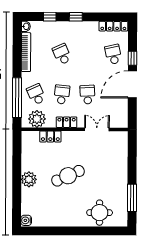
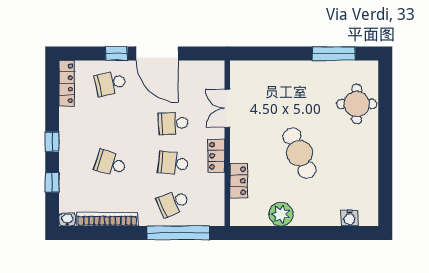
school desk: (62, 54) -> (110, 163), turned 42
plant: (37, 119) -> (211, 202), removed
plant: (29, 179) -> (281, 214), moved
water cooler: (26, 220) -> (349, 218), moved

